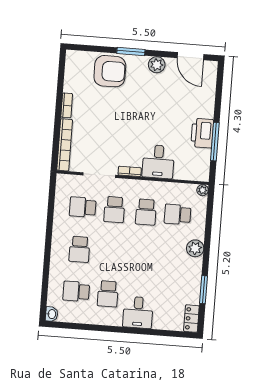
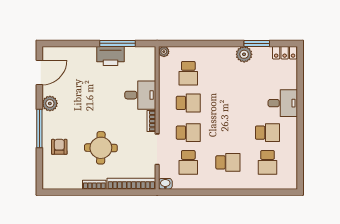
window: (131, 52) -> (39, 129), width x1.44
armchair: (110, 71) -> (59, 147), width x0.53, depth x0.53
round table: (105, 115) -> (101, 148), added
plant: (195, 248) -> (244, 54), moved
washbasin: (52, 314) -> (165, 184), moved

